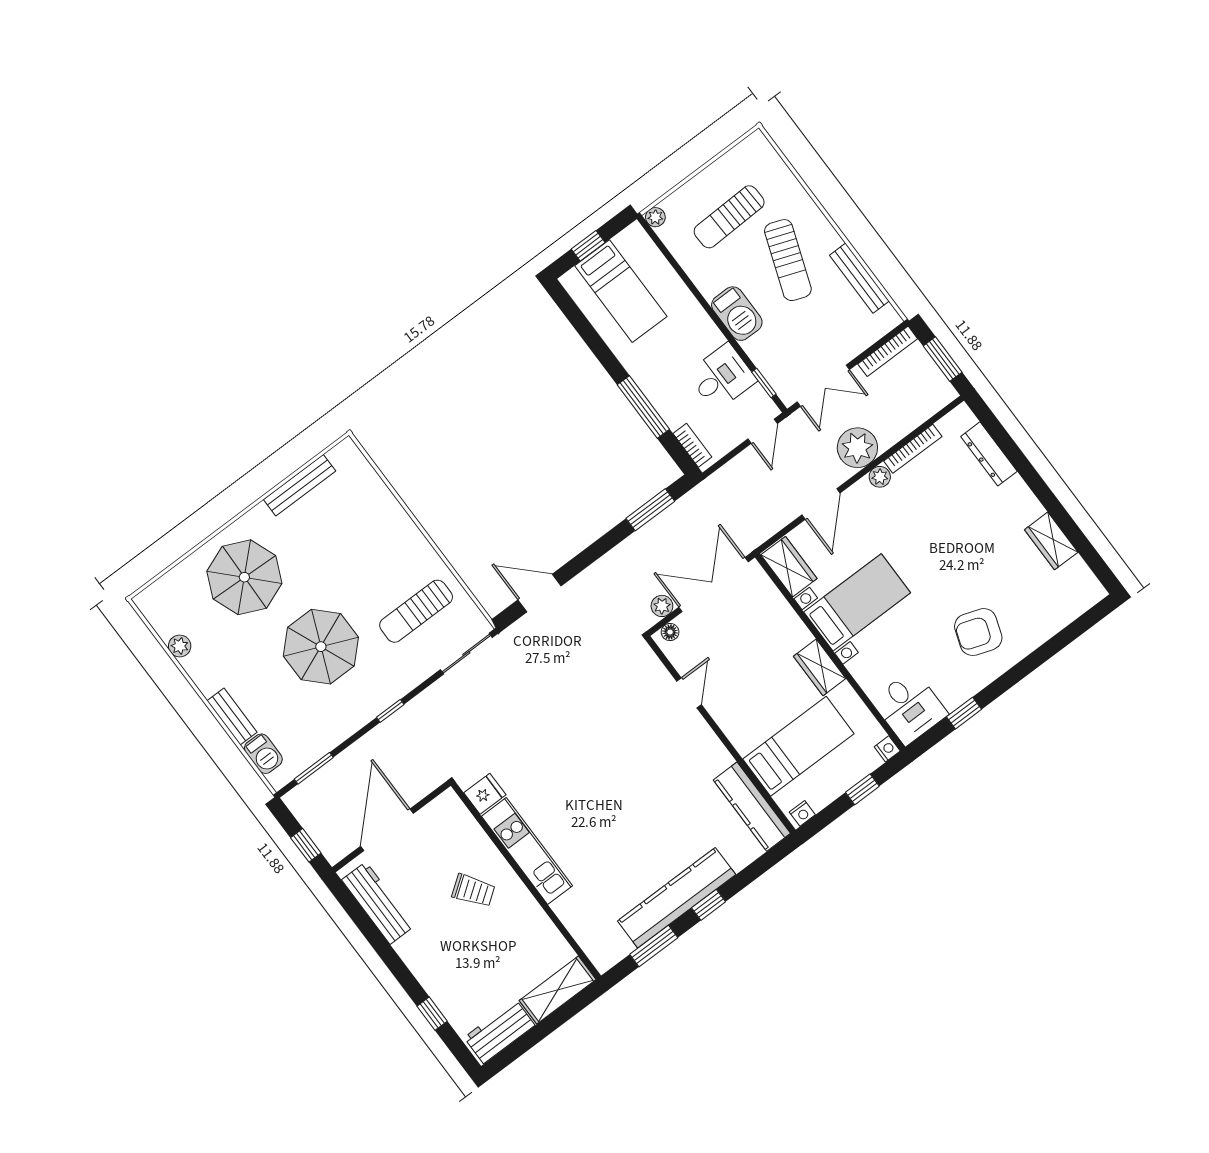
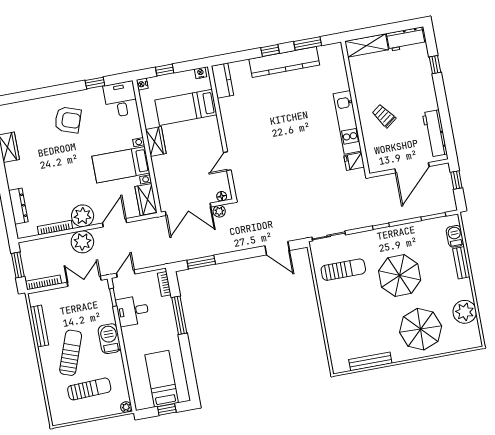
plant: (880, 477) -> (83, 216), width x1.88, depth x1.88
plant: (180, 646) -> (465, 312), width x1.88, depth x1.88
kitchen counter: (752, 807) -> (223, 81), width x0.67

